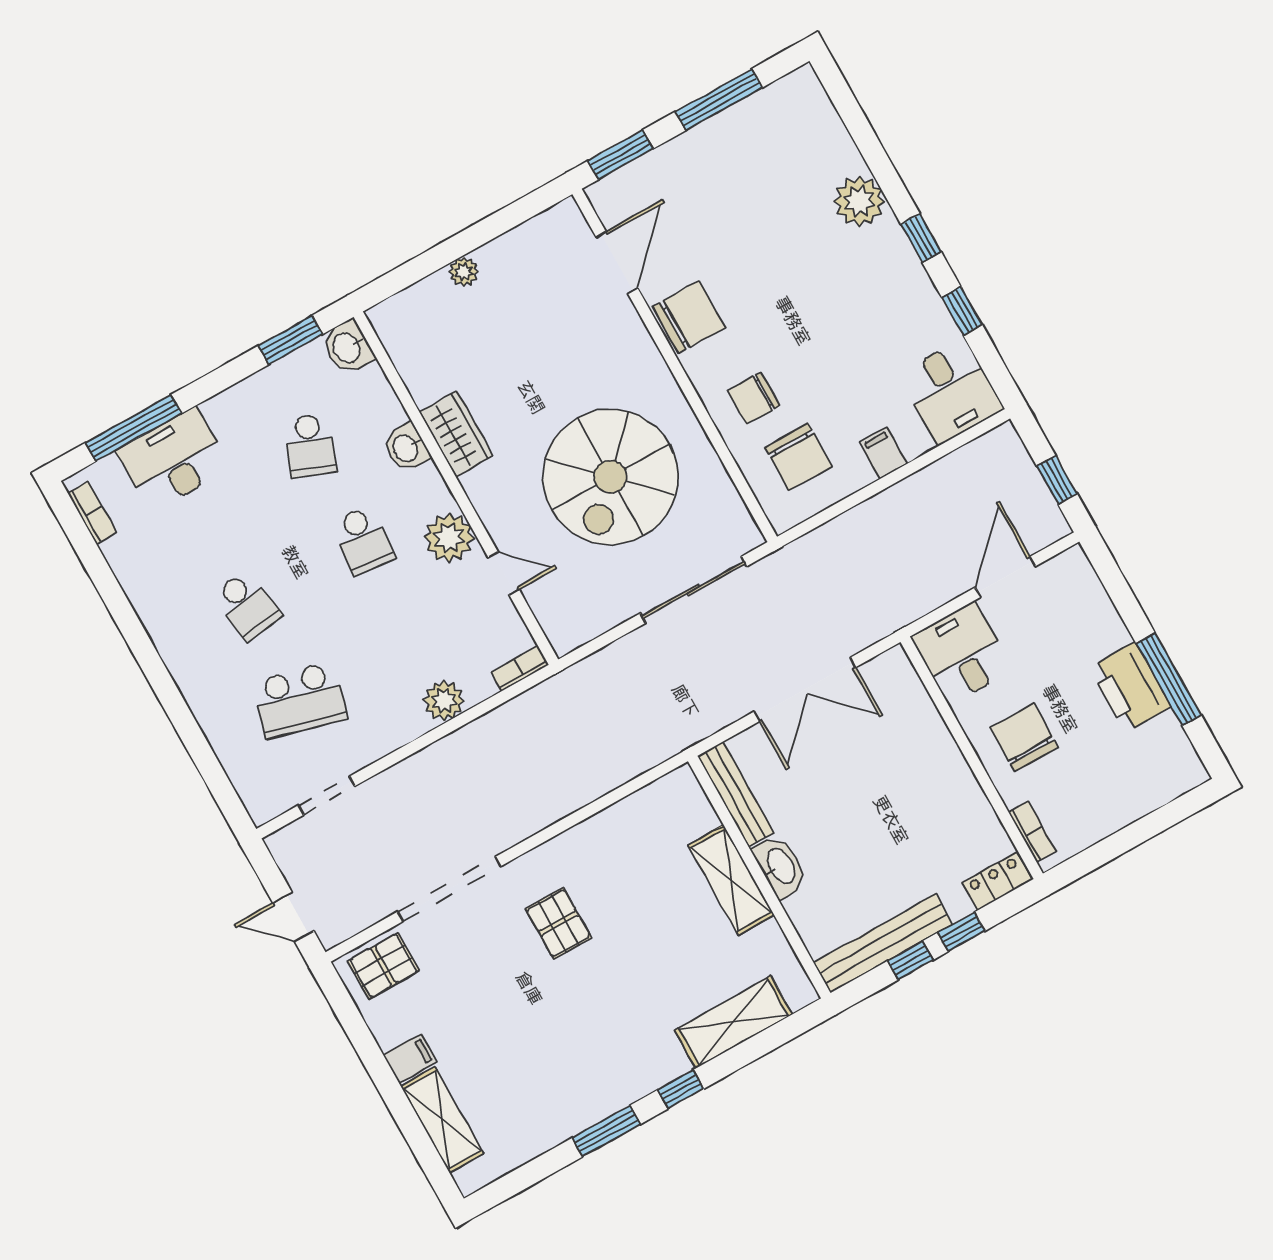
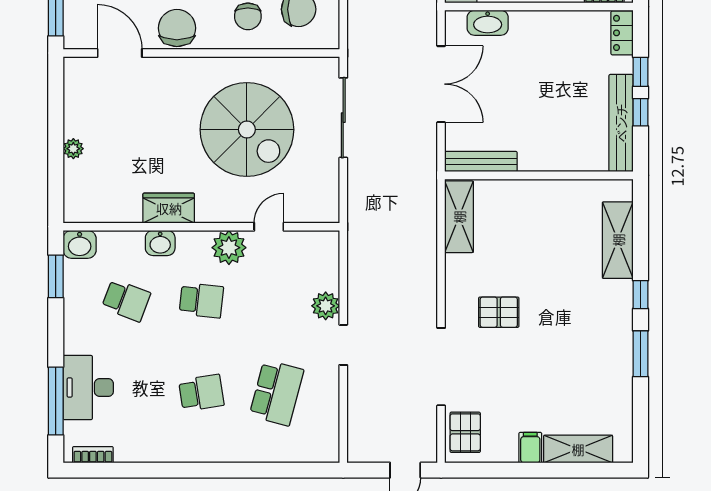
bookcase: (520, 669) -> (332, 249), removed
doorway: (327, 796) -> (343, 345), moved
washbasin: (780, 867) -> (488, 23), moved, turned 180
shelving: (731, 880) -> (459, 217), moved, turned 90

